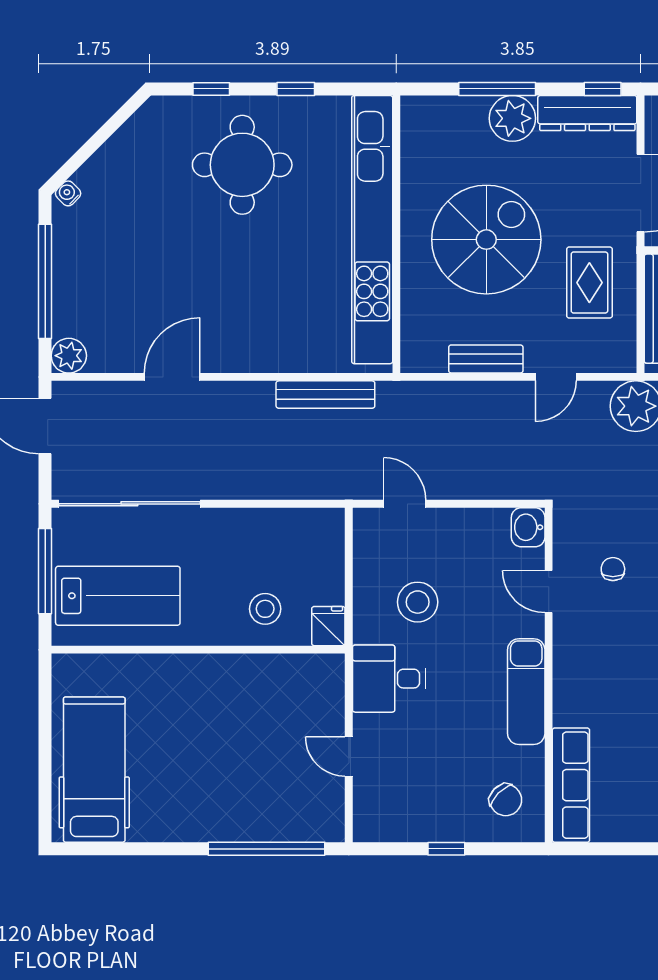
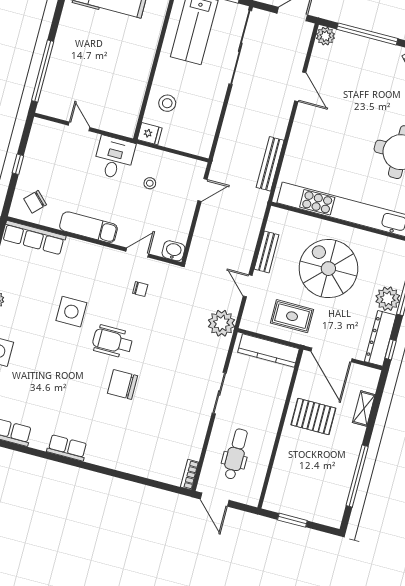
spiral stairs: (486, 240) -> (328, 269), turned 180
stool: (418, 602) -> (150, 183), width x0.53, depth x0.53
door: (349, 757) -> (79, 126), hinge flipped

